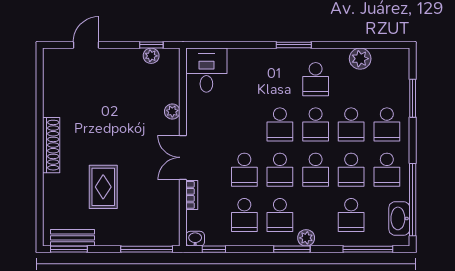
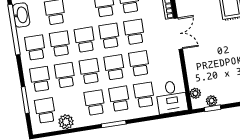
school desk: (244, 79) -> (144, 95), added
school desk: (280, 79) -> (119, 99), added
school desk: (387, 79) -> (45, 110), added
plant: (172, 112) -> (195, 93), moved
school desk: (244, 124) -> (139, 63), added

